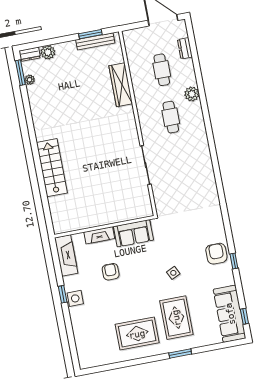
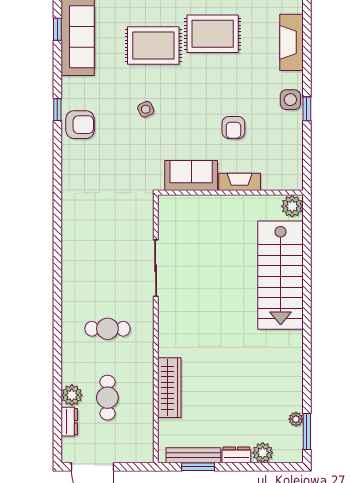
dresser: (30, 54) -> (236, 455), moved
plant: (192, 94) -> (72, 395), moved
cafe table: (171, 117) -> (107, 329), turned 90
stairs: (52, 168) -> (281, 275), width x1.36, depth x1.51
plant: (60, 225) -> (292, 206), added
armchair: (216, 254) -> (80, 125), turned -90
fireplace: (66, 255) -> (292, 42), moved
rug: (176, 318) -> (153, 46), turned 90

